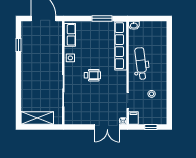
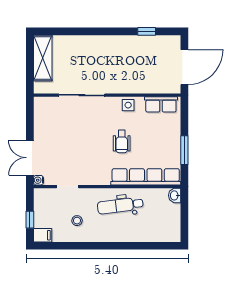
dental chair: (141, 63) -> (120, 206), turned 180
wheelchair: (92, 75) -> (122, 142), moved
filing cabinet: (133, 118) -> (43, 235), moved

